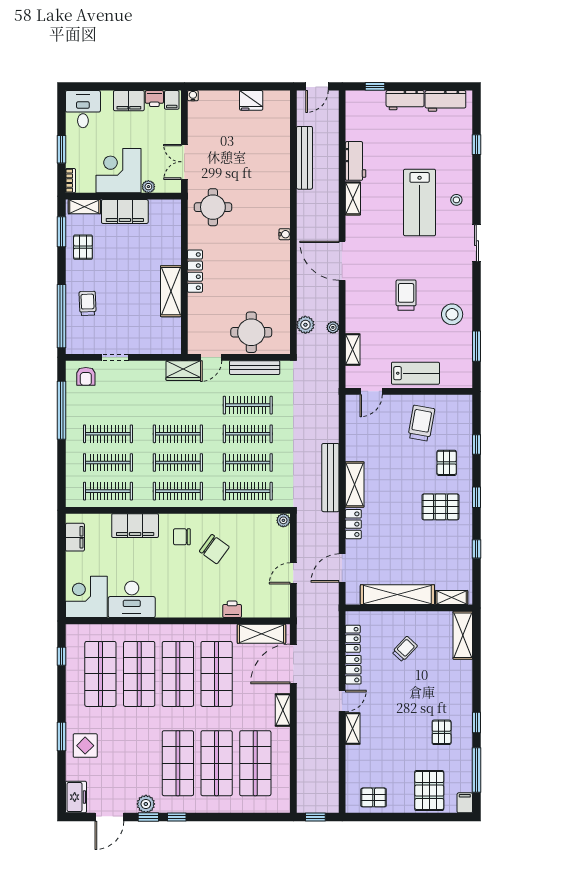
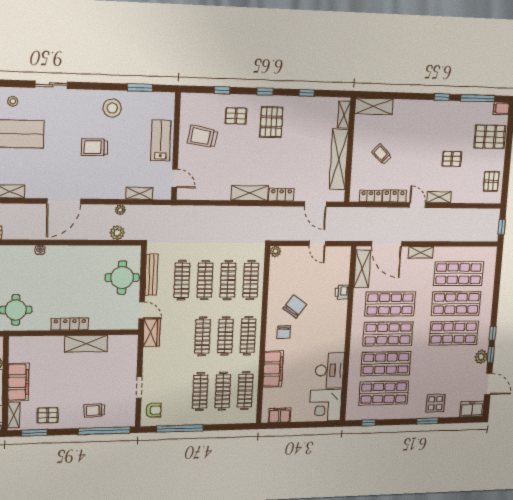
bench: (330, 478) -> (243, 213), removed
pallet: (442, 732) -> (452, 159), moved

